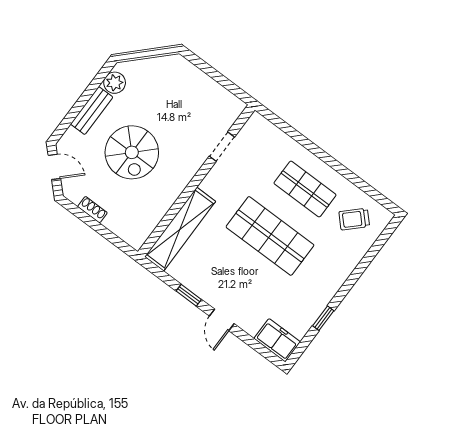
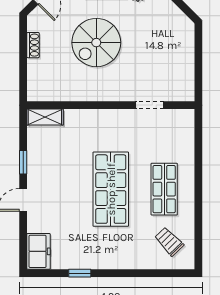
shelving: (180, 229) -> (45, 117), width x0.45, depth x0.75

